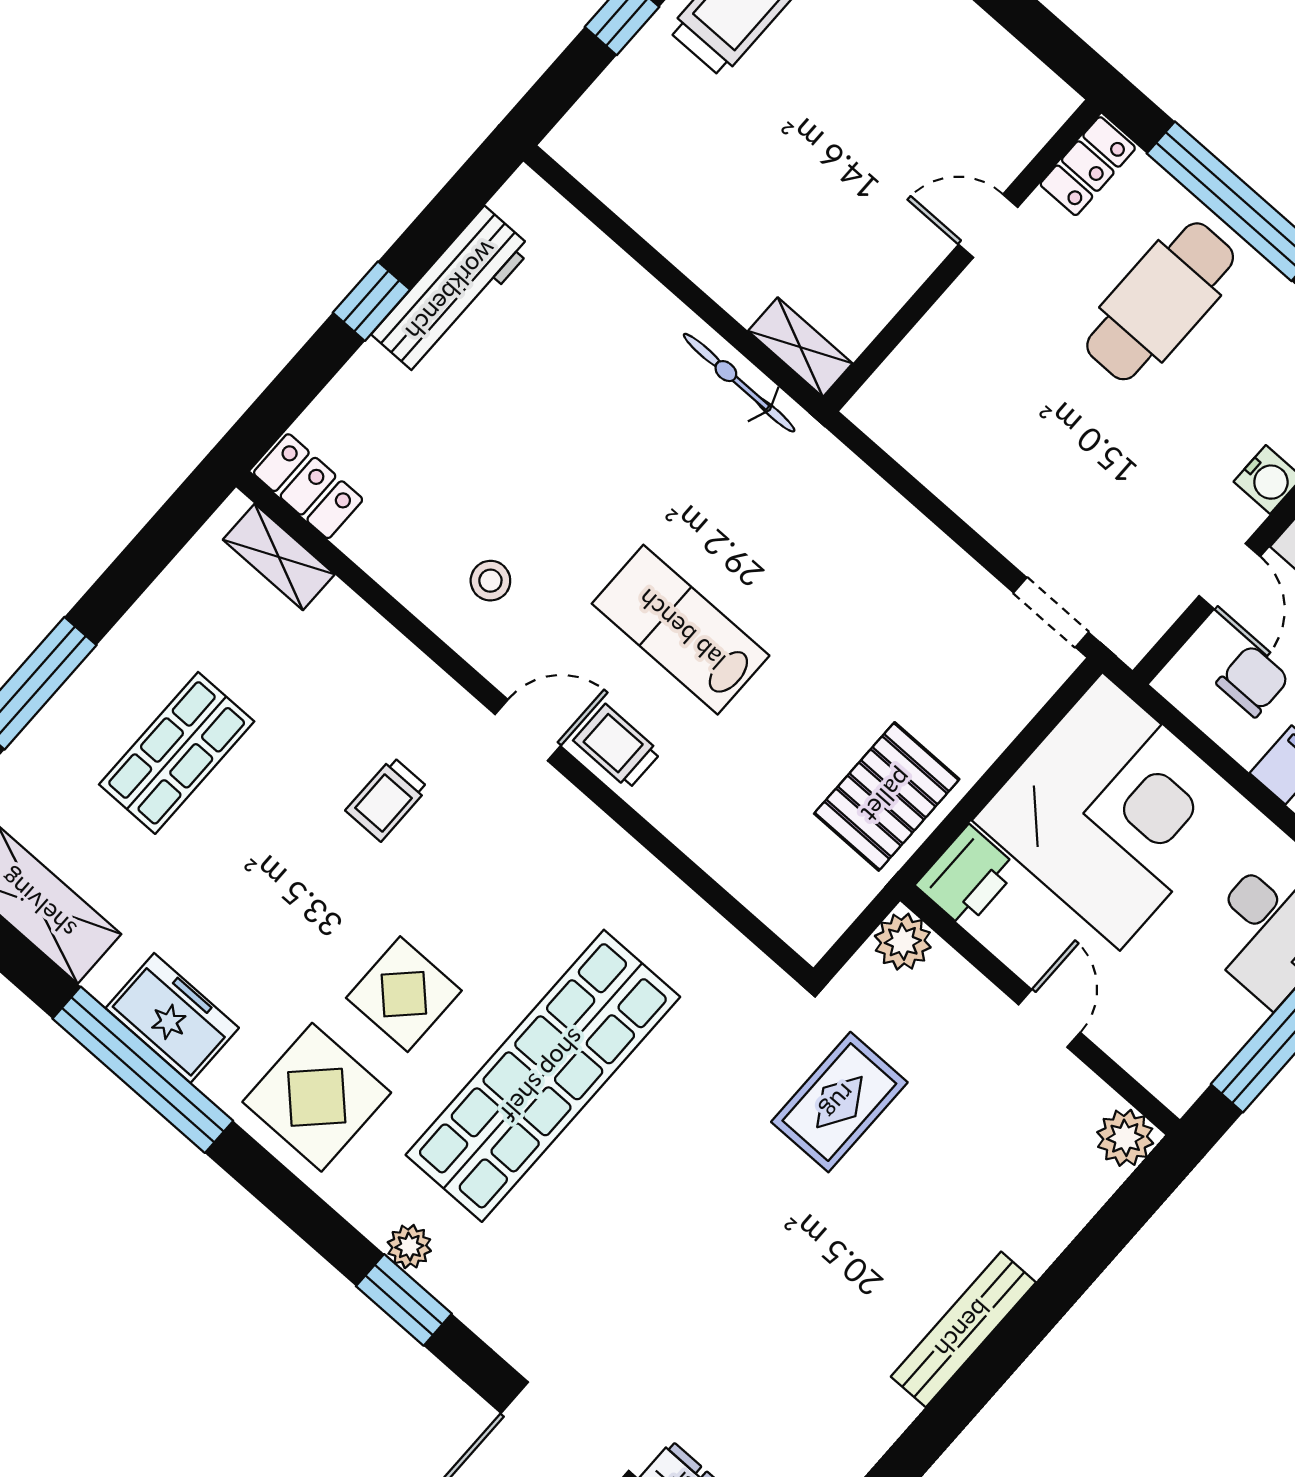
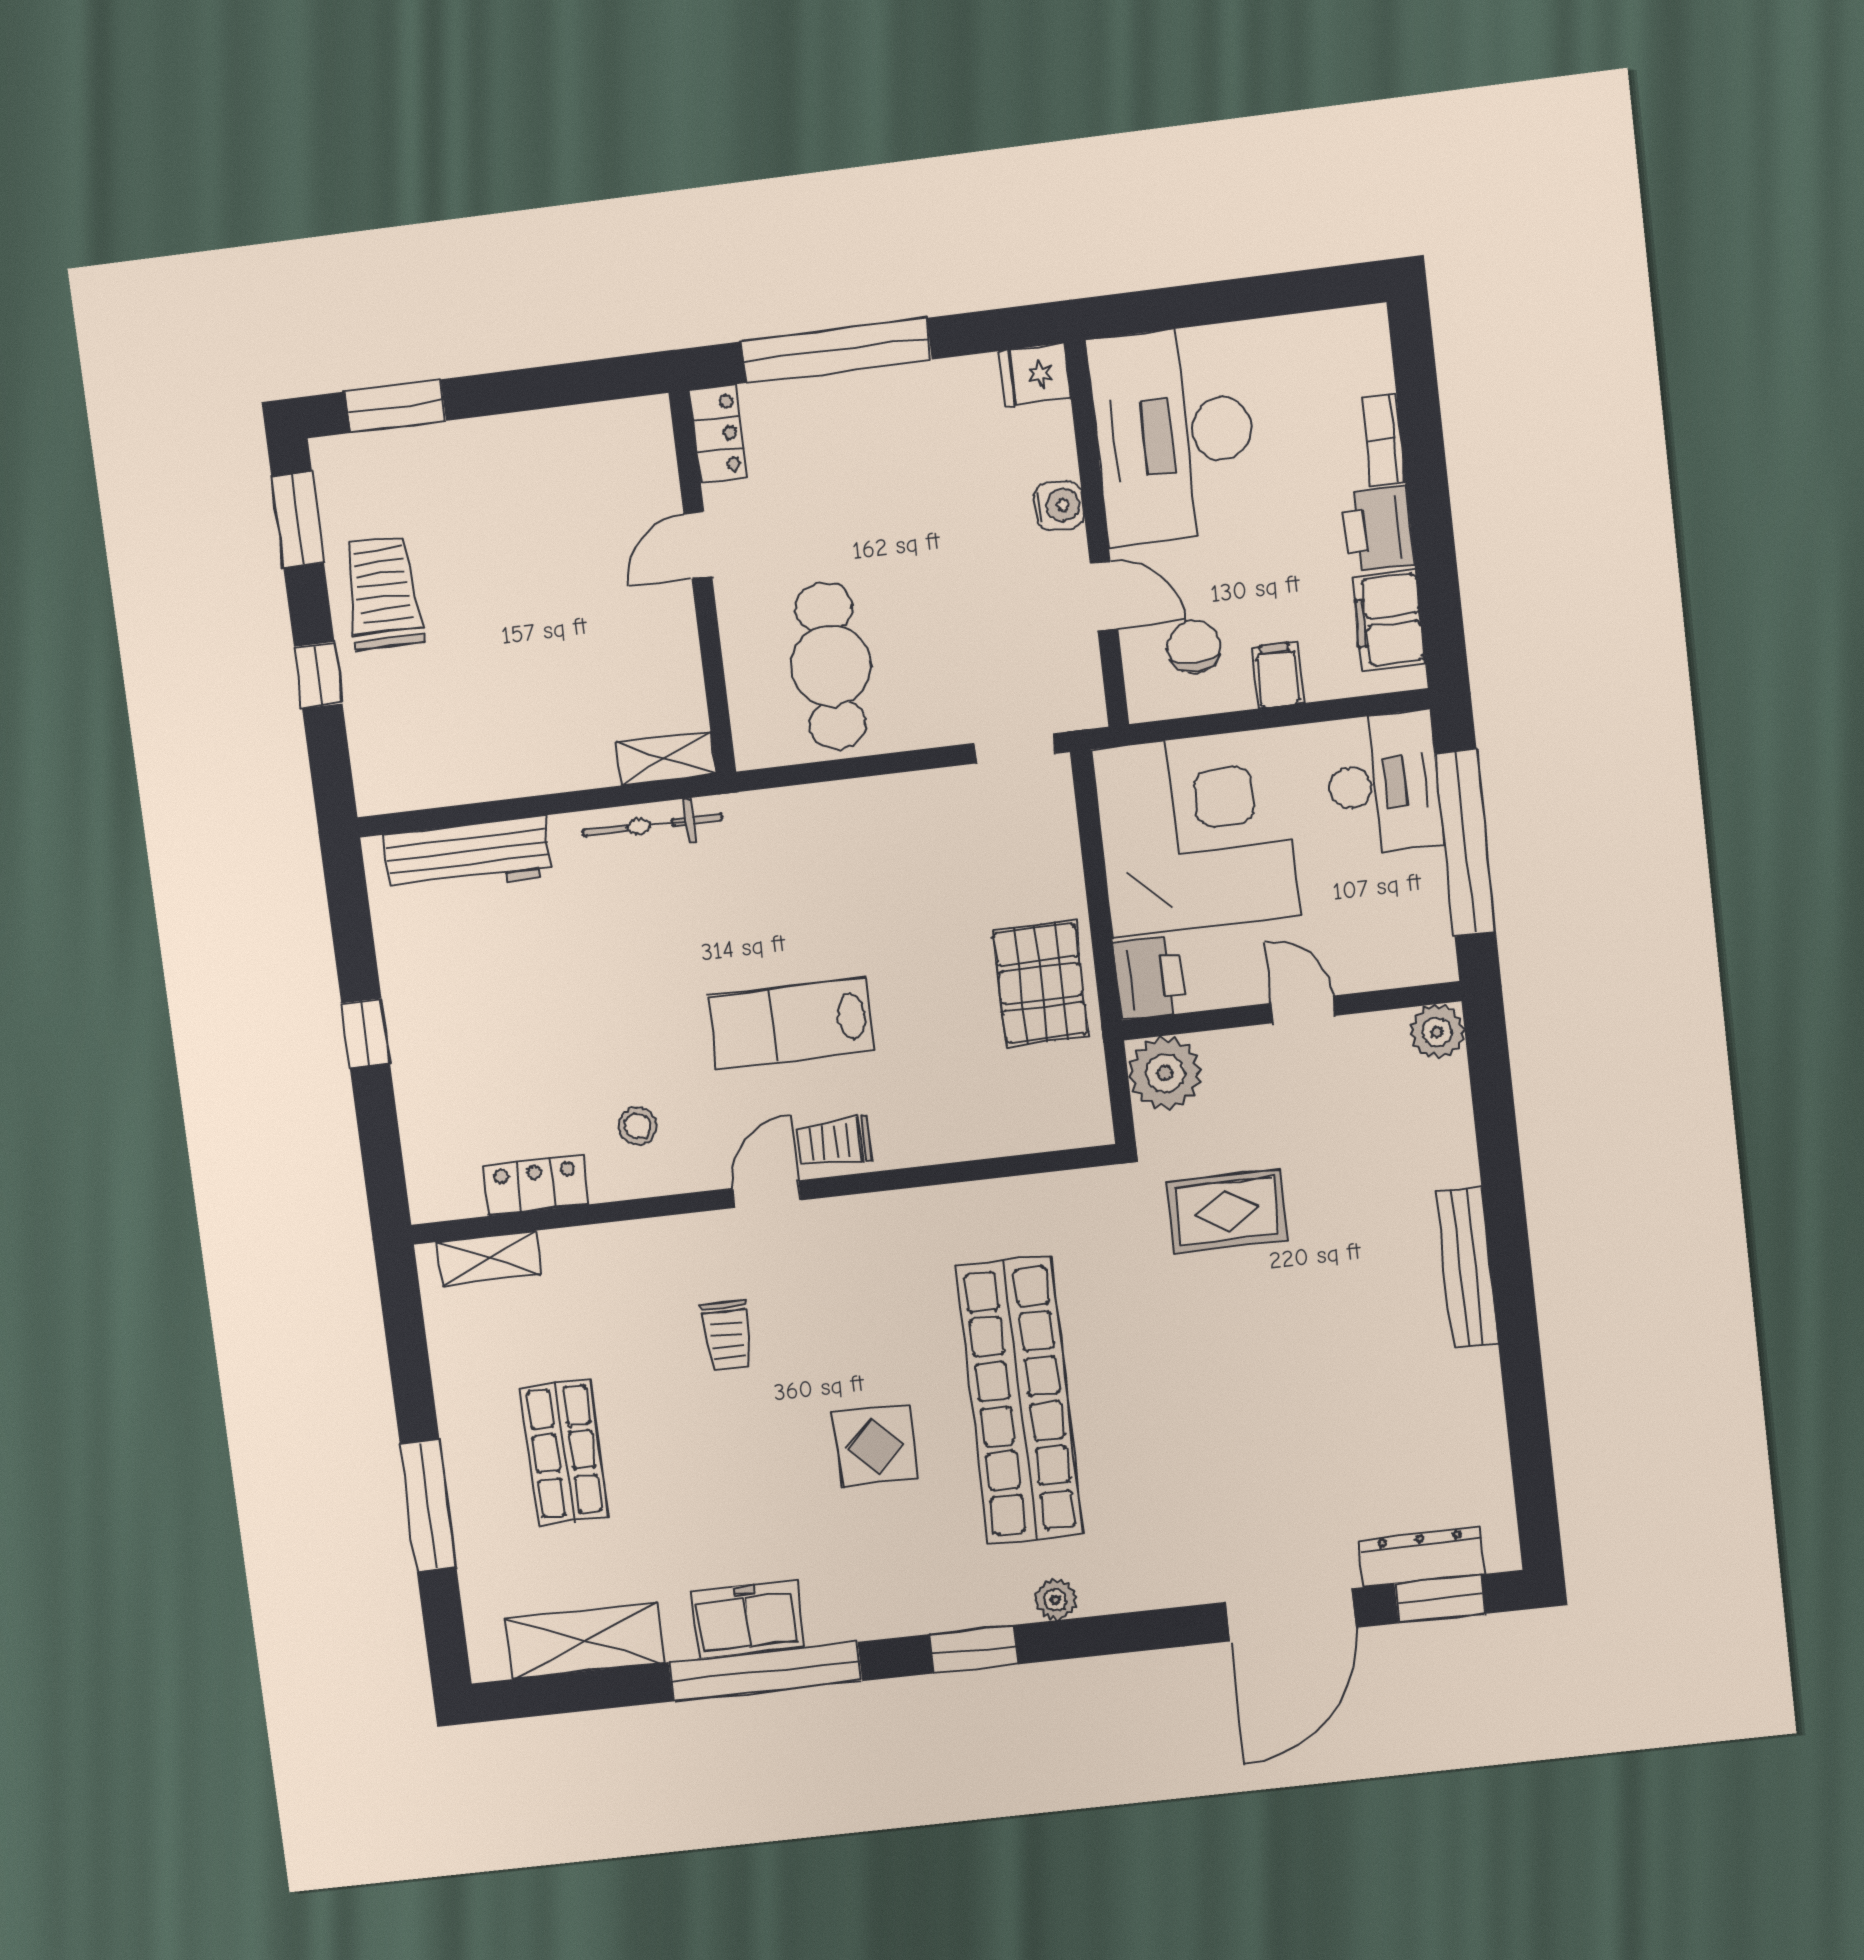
workbench: (452, 291) -> (468, 856), moved, turned 90
cafe table: (1160, 301) -> (831, 666), moved
locker: (308, 486) -> (536, 1185), moved
plant: (903, 942) -> (1165, 1073), width x1.36, depth x1.36
display table: (317, 1097) -> (893, 1570), removed
rug: (839, 1102) -> (1227, 1211), turned 90
window: (404, 1300) -> (974, 1649), moved

